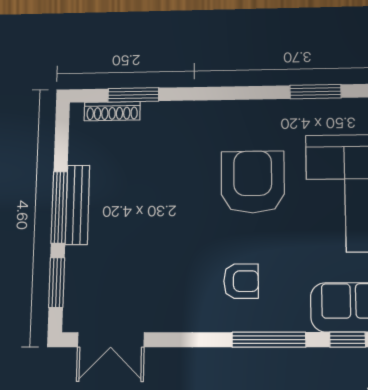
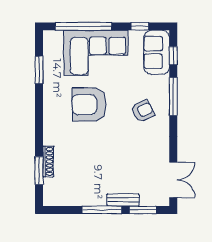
shoe rack: (112, 111) -> (48, 161), moved
bench: (77, 205) -> (123, 200), moved, width x0.73
armchair: (241, 281) -> (143, 111), turned 63

